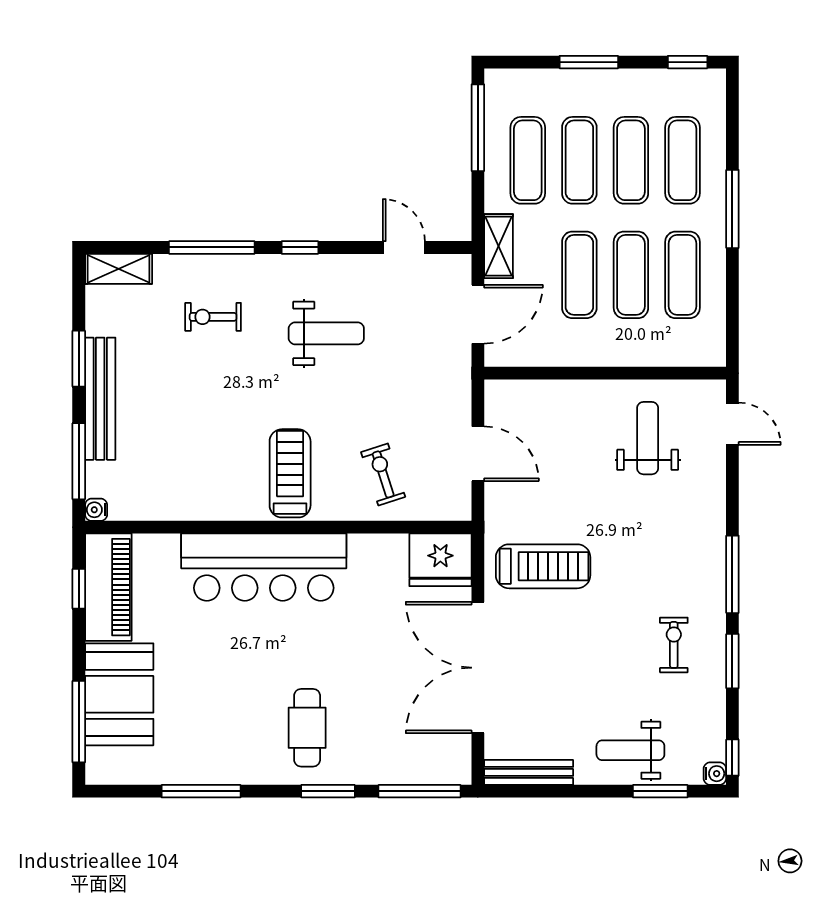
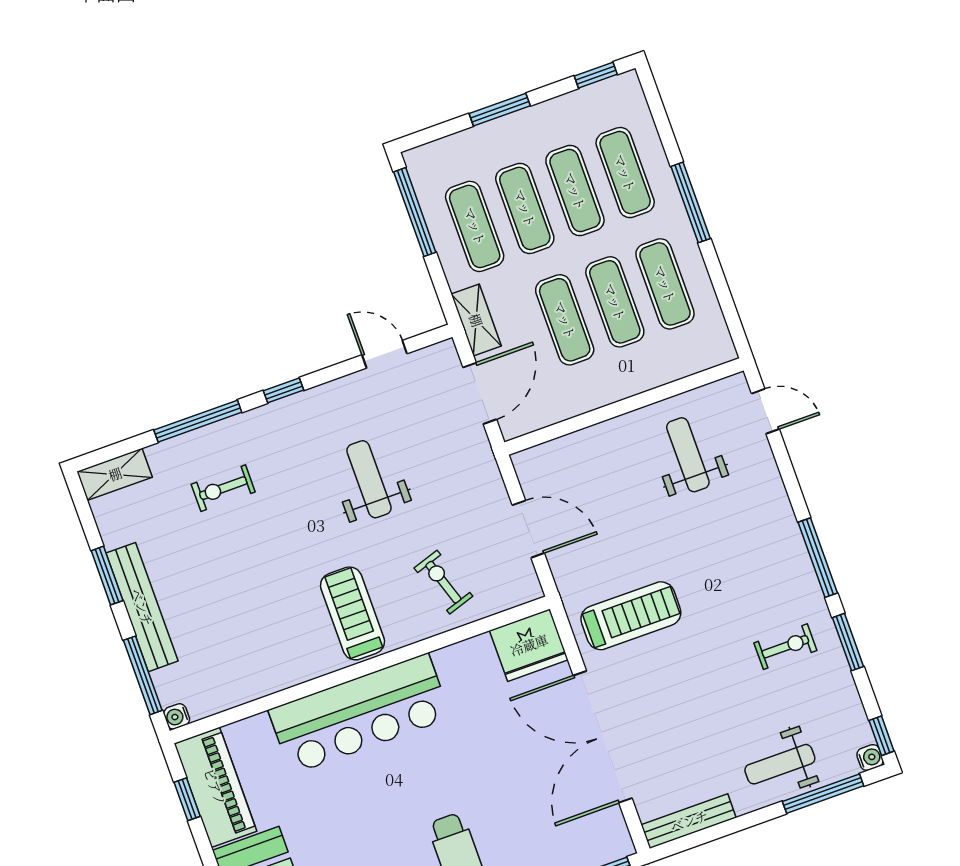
weight bench: (326, 333) -> (369, 479), moved, turned -90
exercise bike: (674, 645) -> (785, 647), turned 90
window: (660, 791) -> (823, 794), width x1.44

